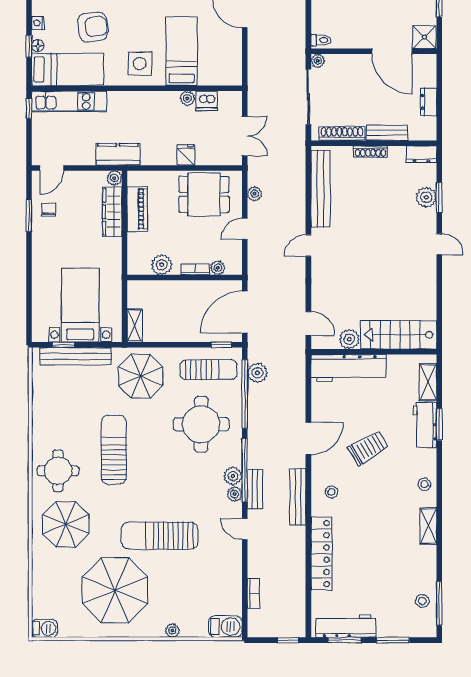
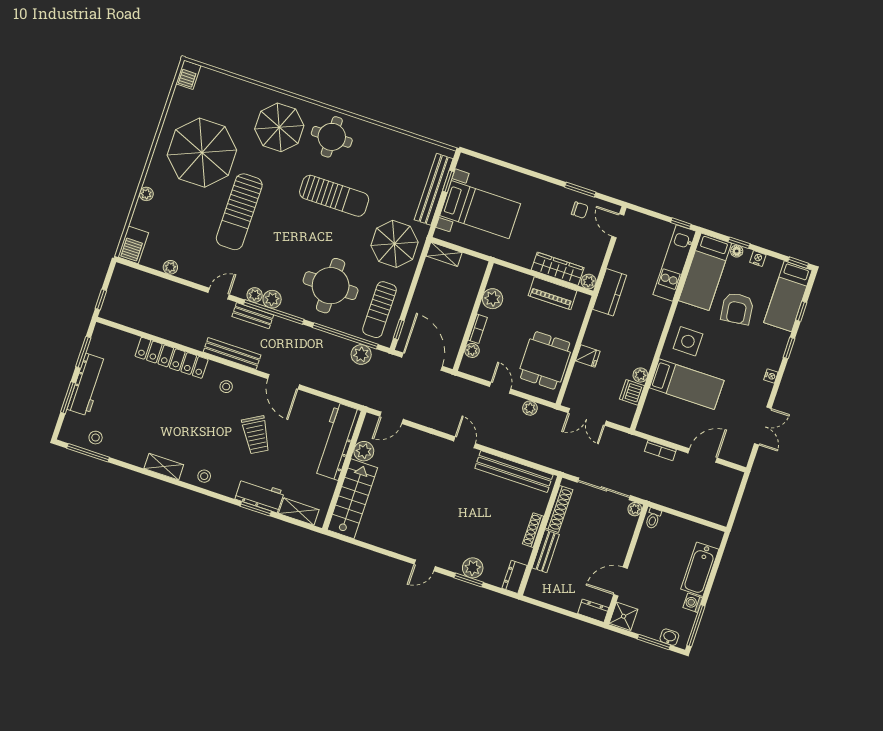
door: (392, 51) -> (620, 582), width x0.73
dresser: (429, 102) -> (593, 611), moved
sun lounger: (160, 536) -> (239, 212), turned 180
plant: (235, 584) -> (170, 267), added
bookcase: (253, 594) -> (660, 450), moved
workbench: (346, 626) -> (87, 385), moved

